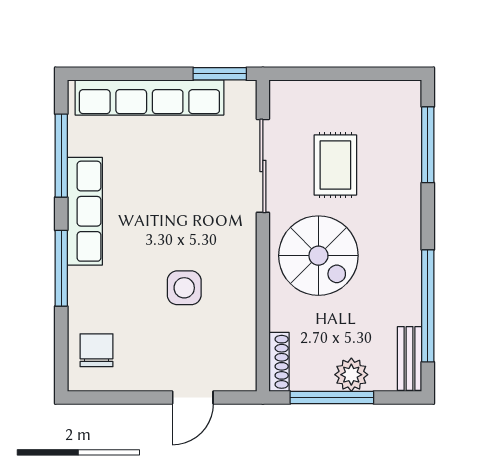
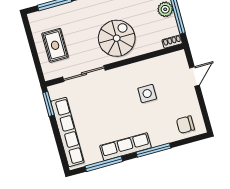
rug: (335, 165) -> (55, 45), moved, turned 90
shoe rack: (279, 362) -> (172, 42), width x0.70
door: (193, 397) -> (195, 76), hinge flipped

